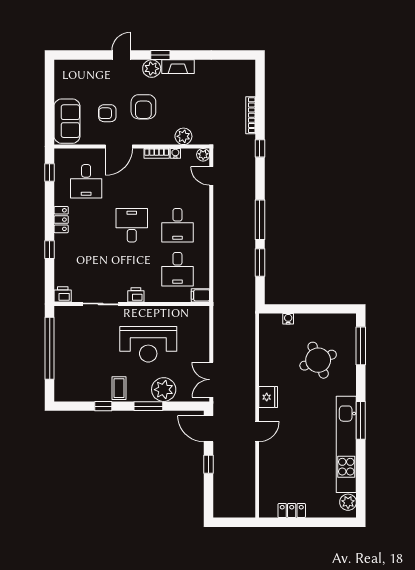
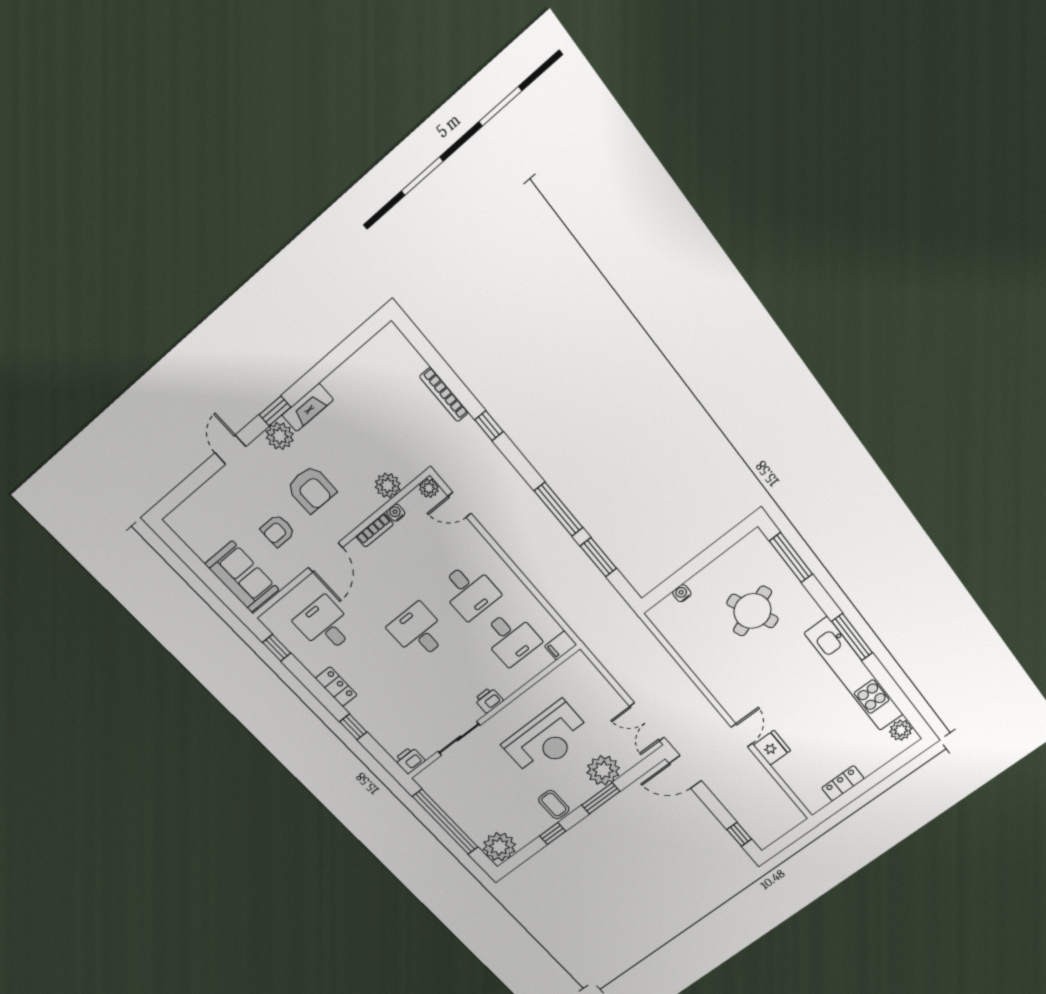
desk: (86, 181) -> (325, 625), turned 180
plant: (66, 389) -> (499, 847), added
fridge: (268, 397) -> (772, 748), moved
window: (209, 464) -> (739, 834), moved

